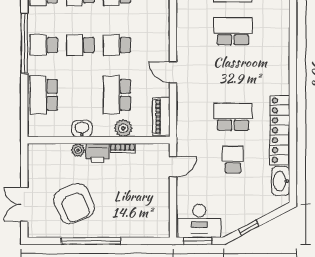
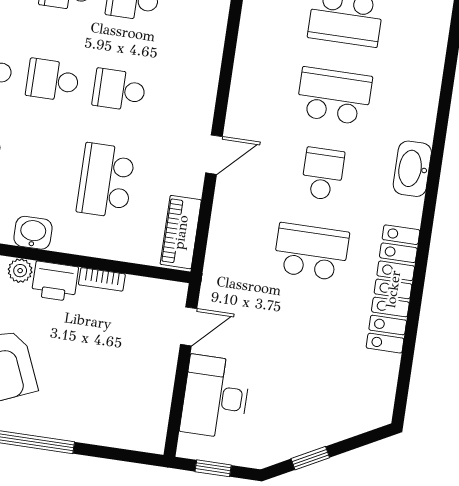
door: (173, 72) -> (214, 155), swing flipped
plant: (123, 128) -> (108, 243), removed
school desk: (233, 160) -> (323, 174), moved
washbasin: (281, 181) -> (412, 169), moved
desk: (199, 221) -> (215, 397), moved, turned 90
window: (197, 241) -> (213, 468), width x0.67

